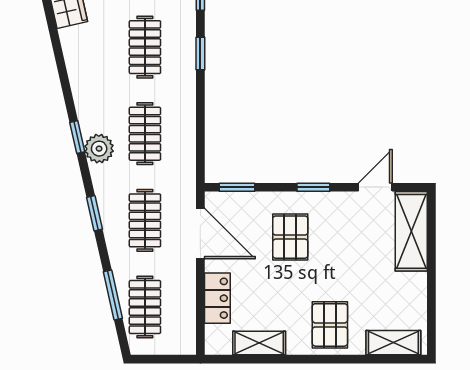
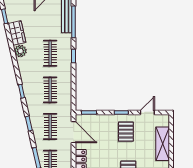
plant: (99, 149) -> (21, 51), moved
shelving: (411, 231) -> (163, 144), moved
pallet: (290, 237) -> (126, 132), moved

